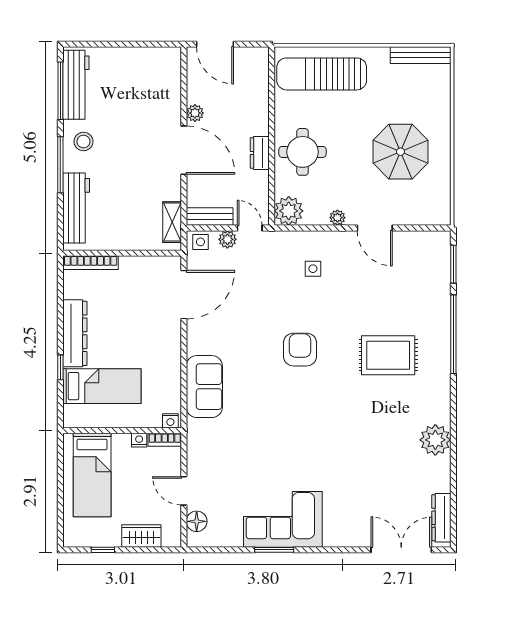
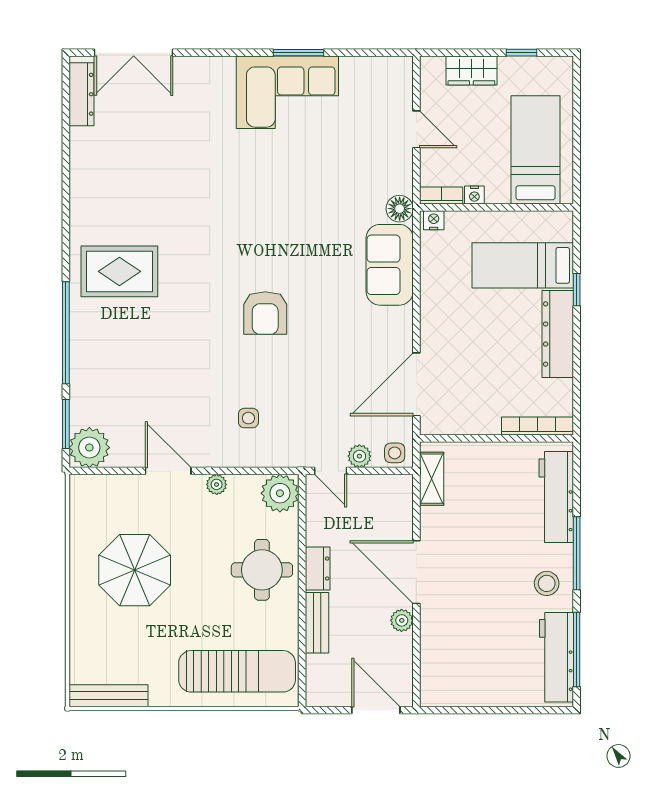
bench: (210, 217) -> (317, 623), moved, turned 90
rug: (388, 355) -> (119, 271), moved
plant: (435, 440) -> (89, 448), moved
floor lamp: (197, 521) -> (400, 209), moved

